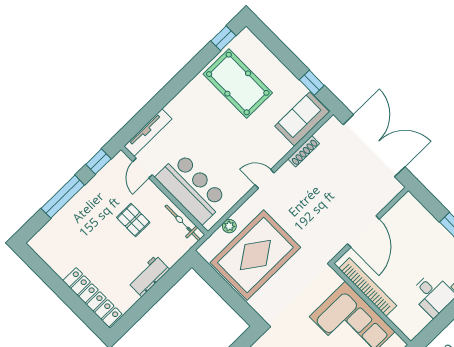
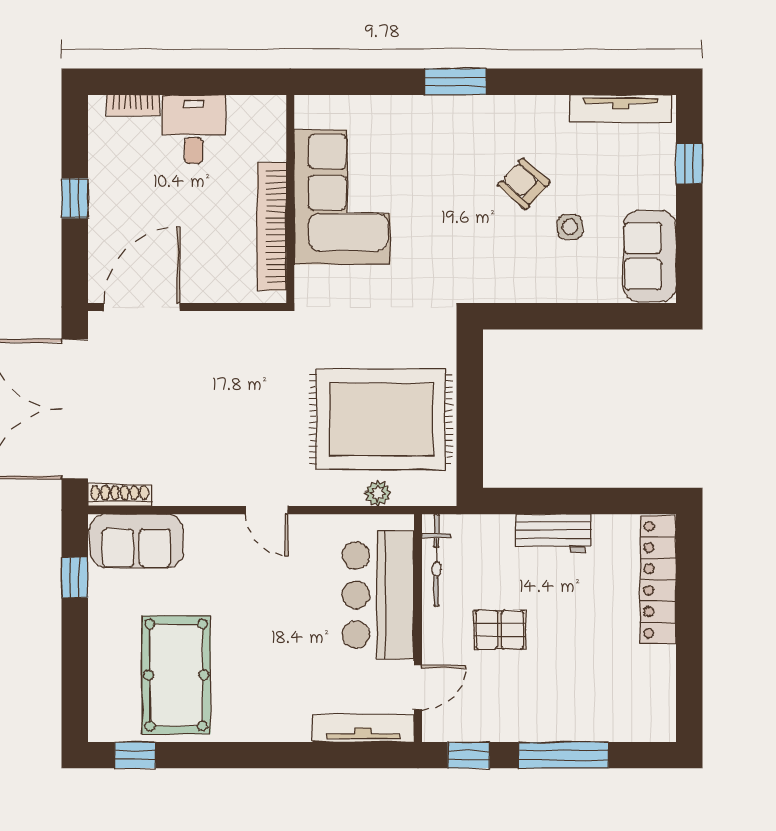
shoe rack: (304, 151) -> (120, 495), moved
pallet: (133, 220) -> (500, 630), turned 90
door: (363, 231) -> (142, 307), moved

